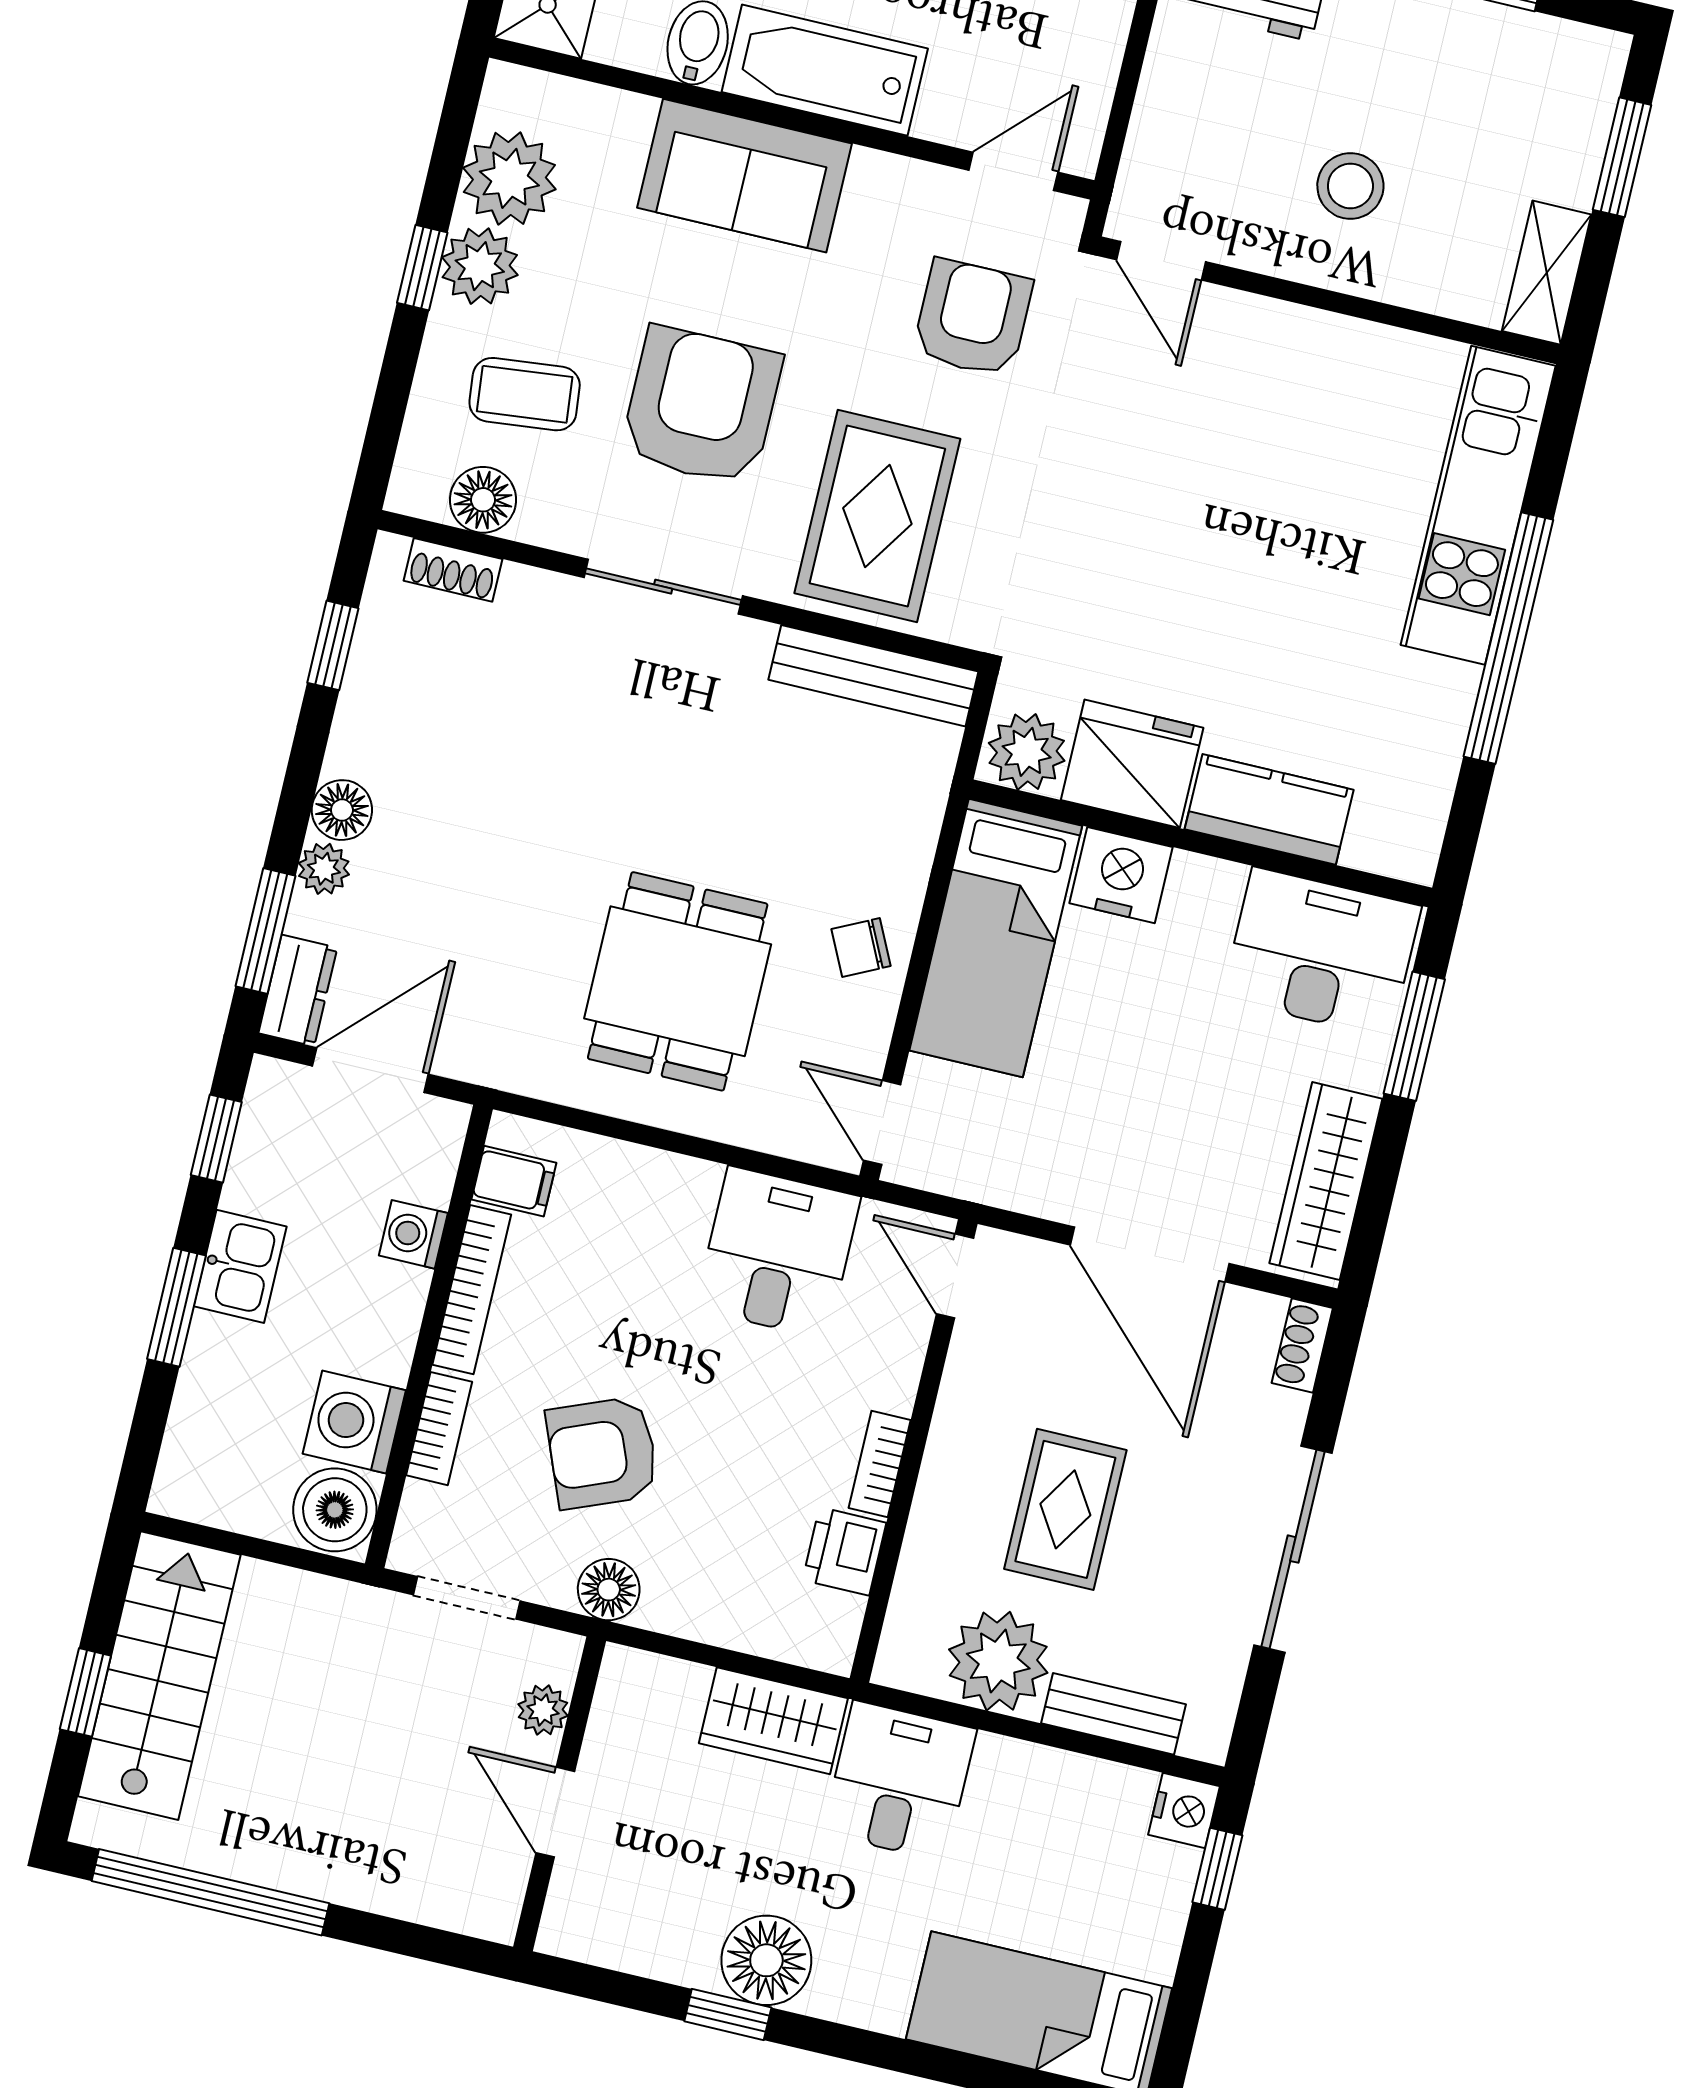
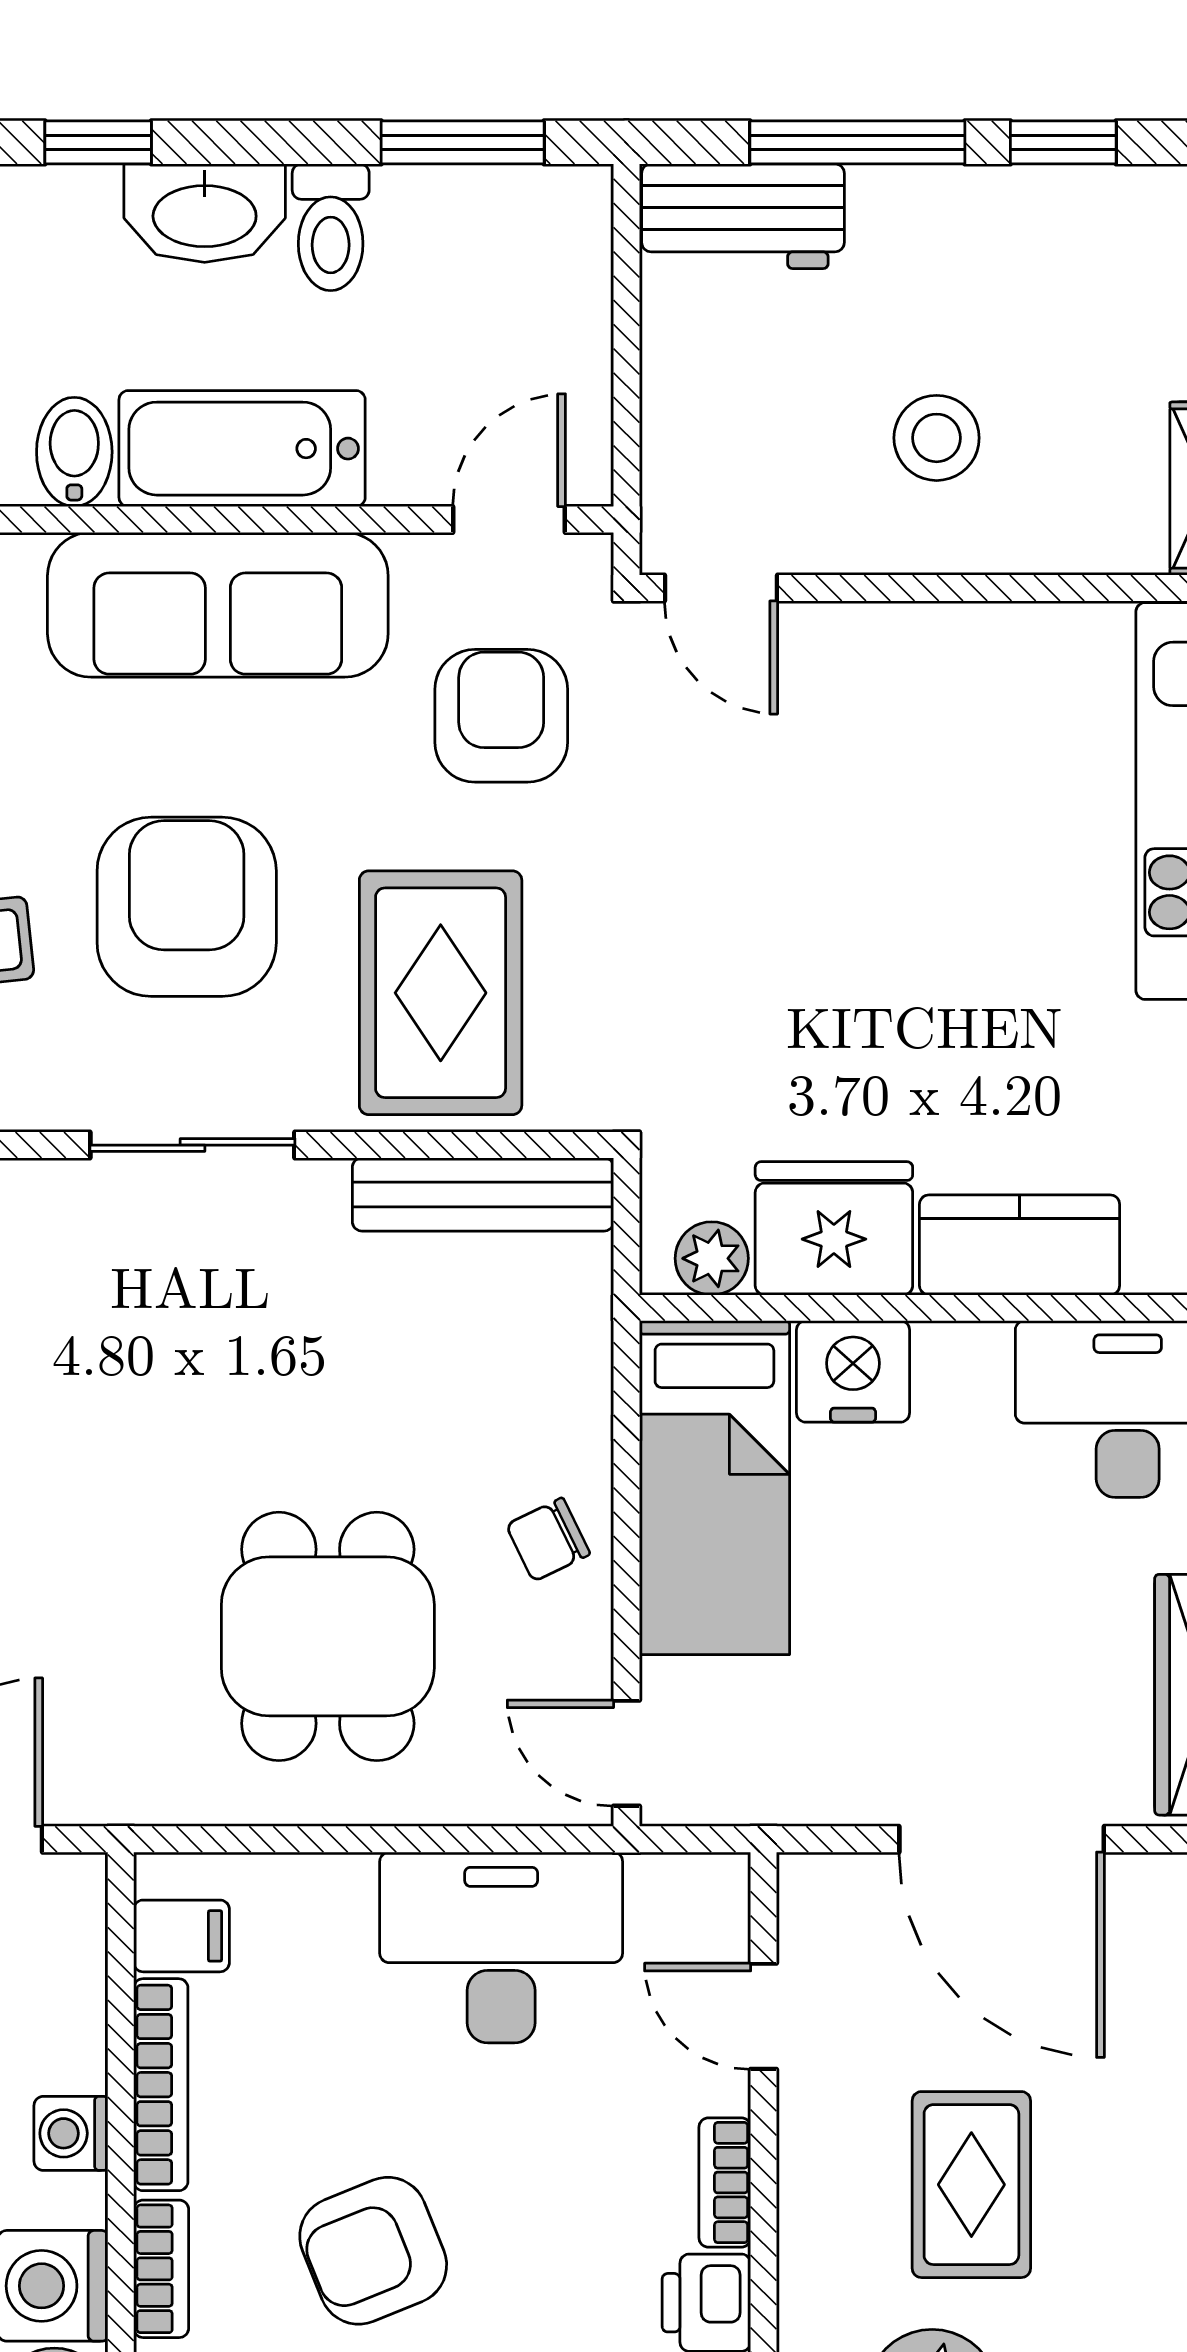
sofa: (745, 176) -> (218, 605), width x1.36
plant: (1027, 752) -> (712, 1258), width x0.73, depth x0.73
washing machine: (413, 1234) -> (71, 2133), moved
desk: (778, 1253) -> (501, 1947), width x1.37
door: (955, 1276) -> (764, 2016), moved

